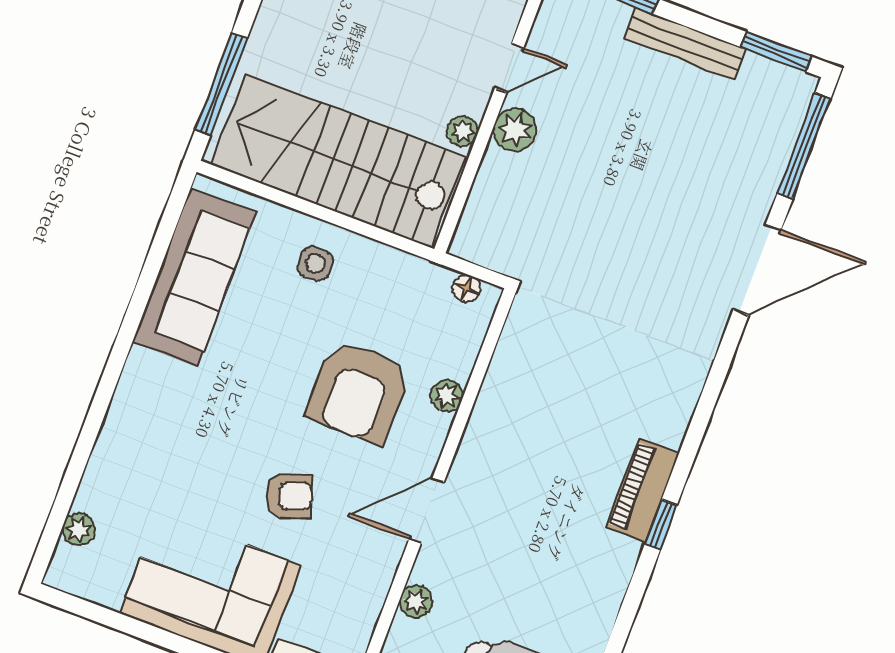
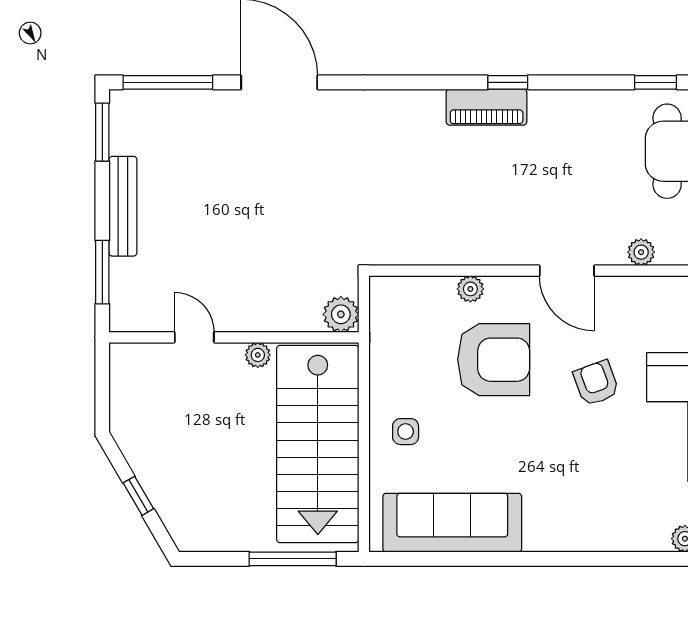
plant: (515, 130) -> (341, 314), moved
floor lamp: (467, 289) -> (380, 305), removed

